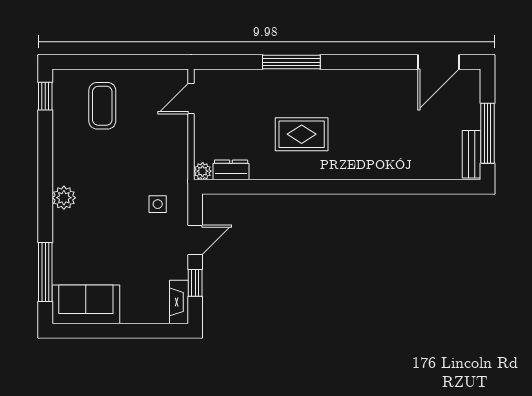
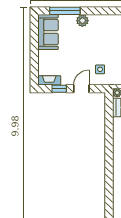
plant: (64, 198) -> (82, 21), moved
door: (195, 240) -> (81, 89), swing flipped

